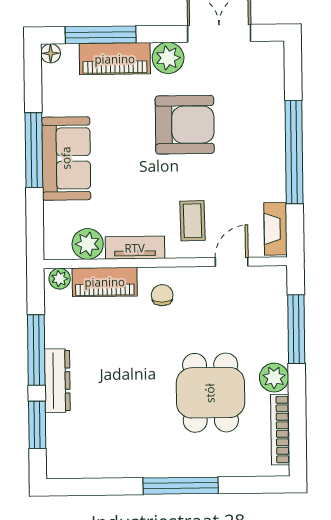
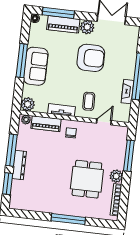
fireplace: (276, 229) -> (128, 92), moved
plant: (88, 244) -> (28, 104), moved

